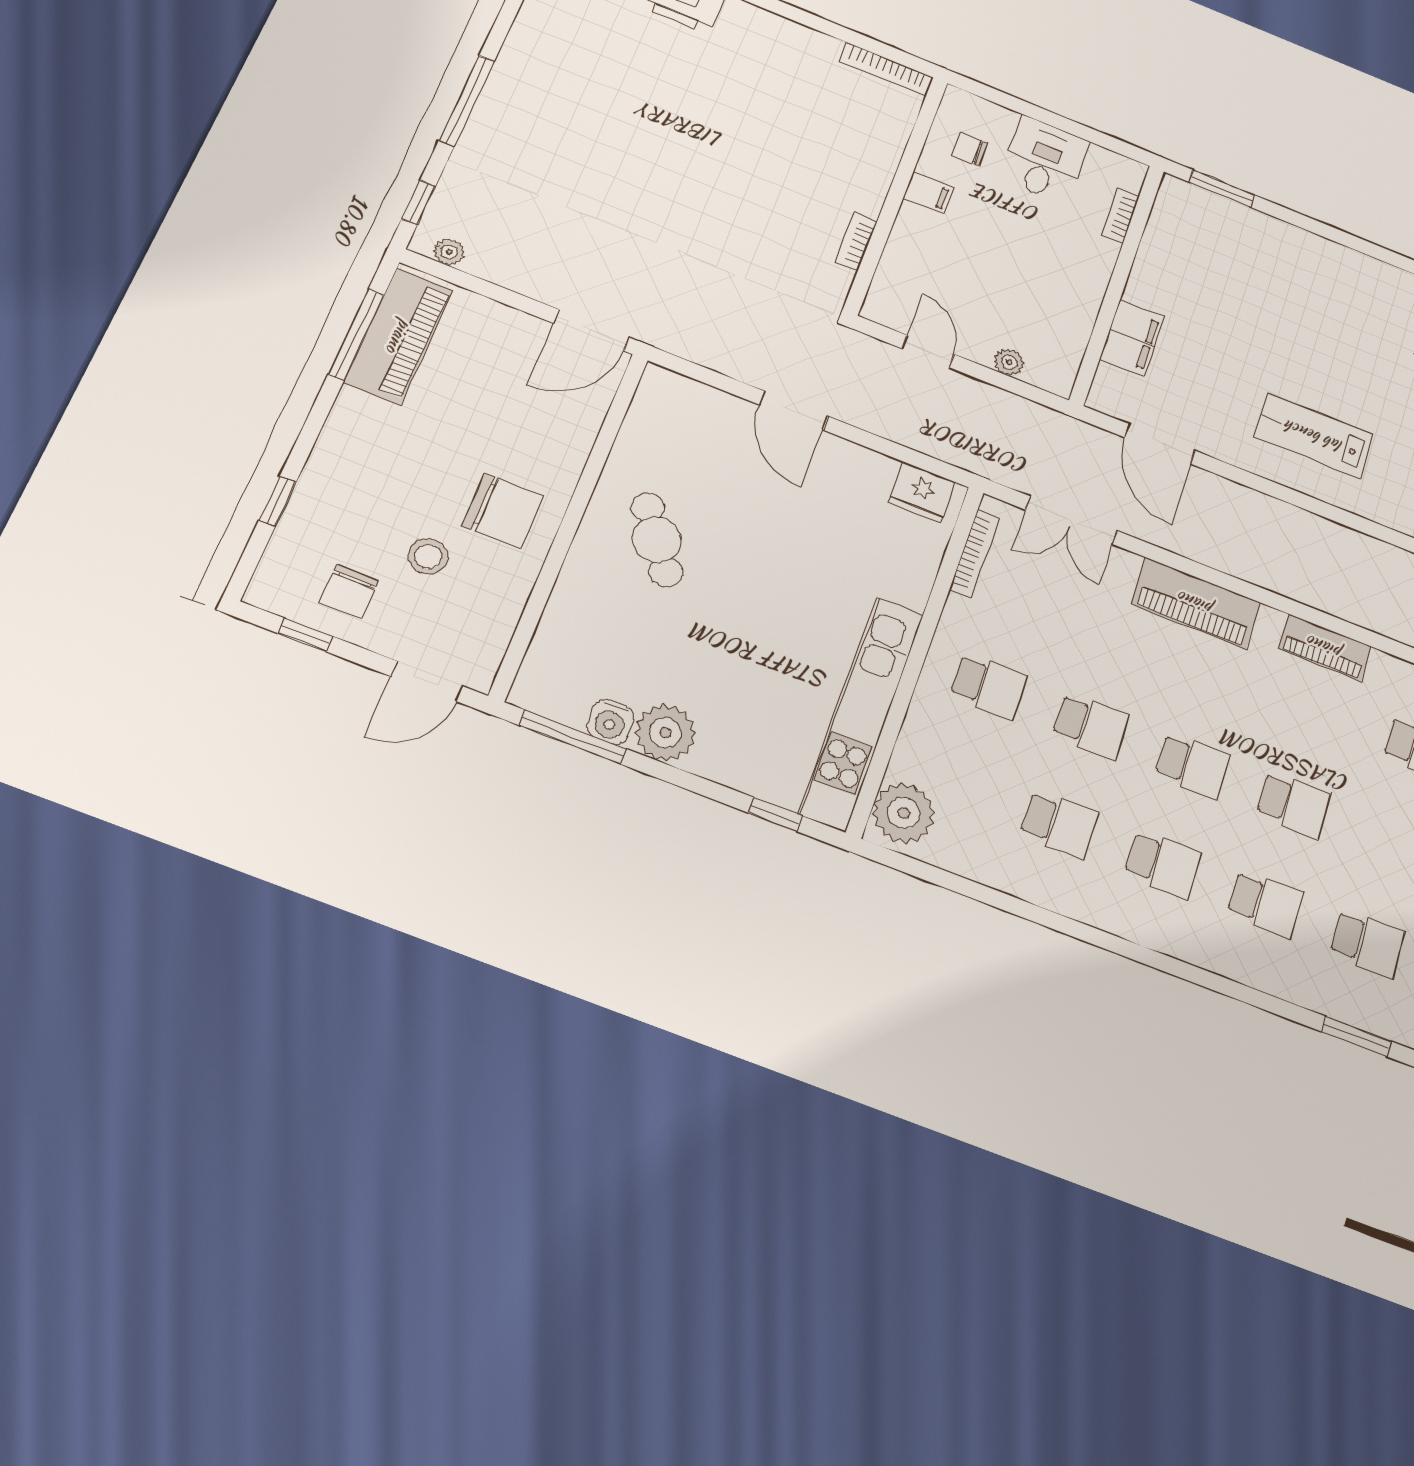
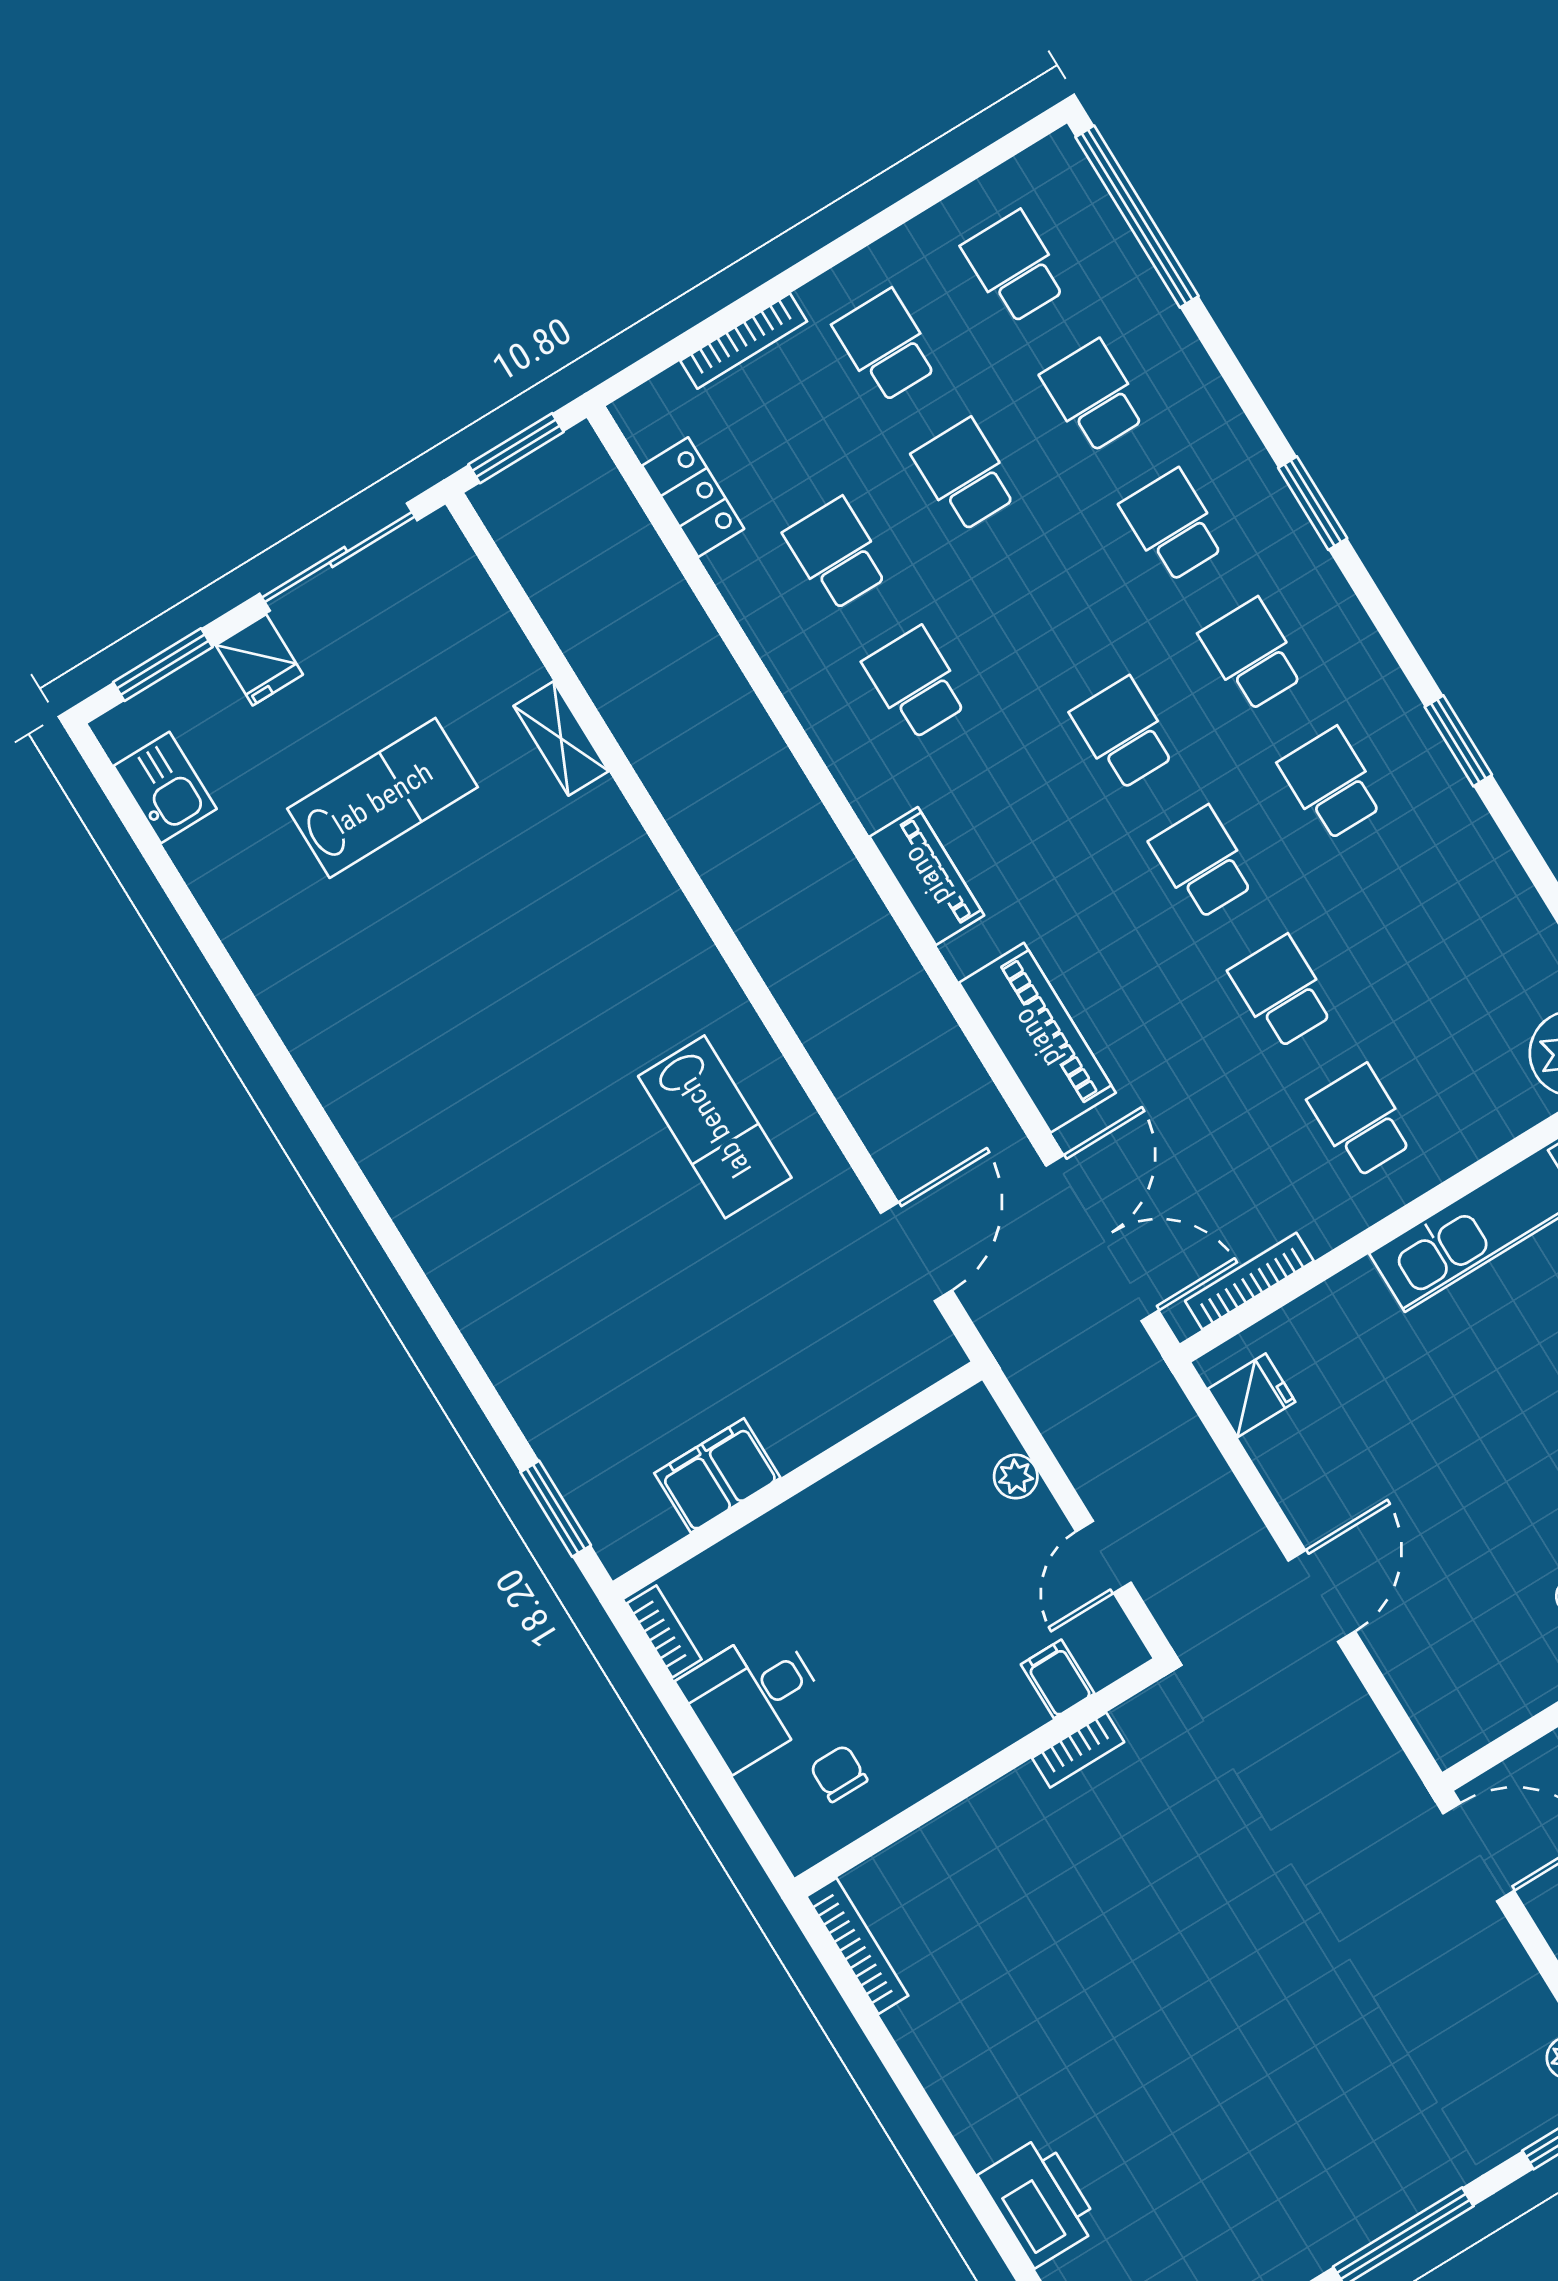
chair: (970, 149) -> (839, 1773), turned 180
filing cabinet: (928, 193) -> (1058, 1679), moved
bookcase: (1121, 215) -> (664, 1631), moved, turned -90
filing cabinet: (1132, 338) -> (717, 1476), moved
fridge: (922, 492) -> (1252, 1395), width x0.72
double door: (1071, 520) -> (1102, 1238), width x1.37
school desk: (1059, 824) -> (1410, 913), removed
window: (1115, 944) -> (1458, 741), added
window: (1356, 1036) -> (1313, 503), moved

